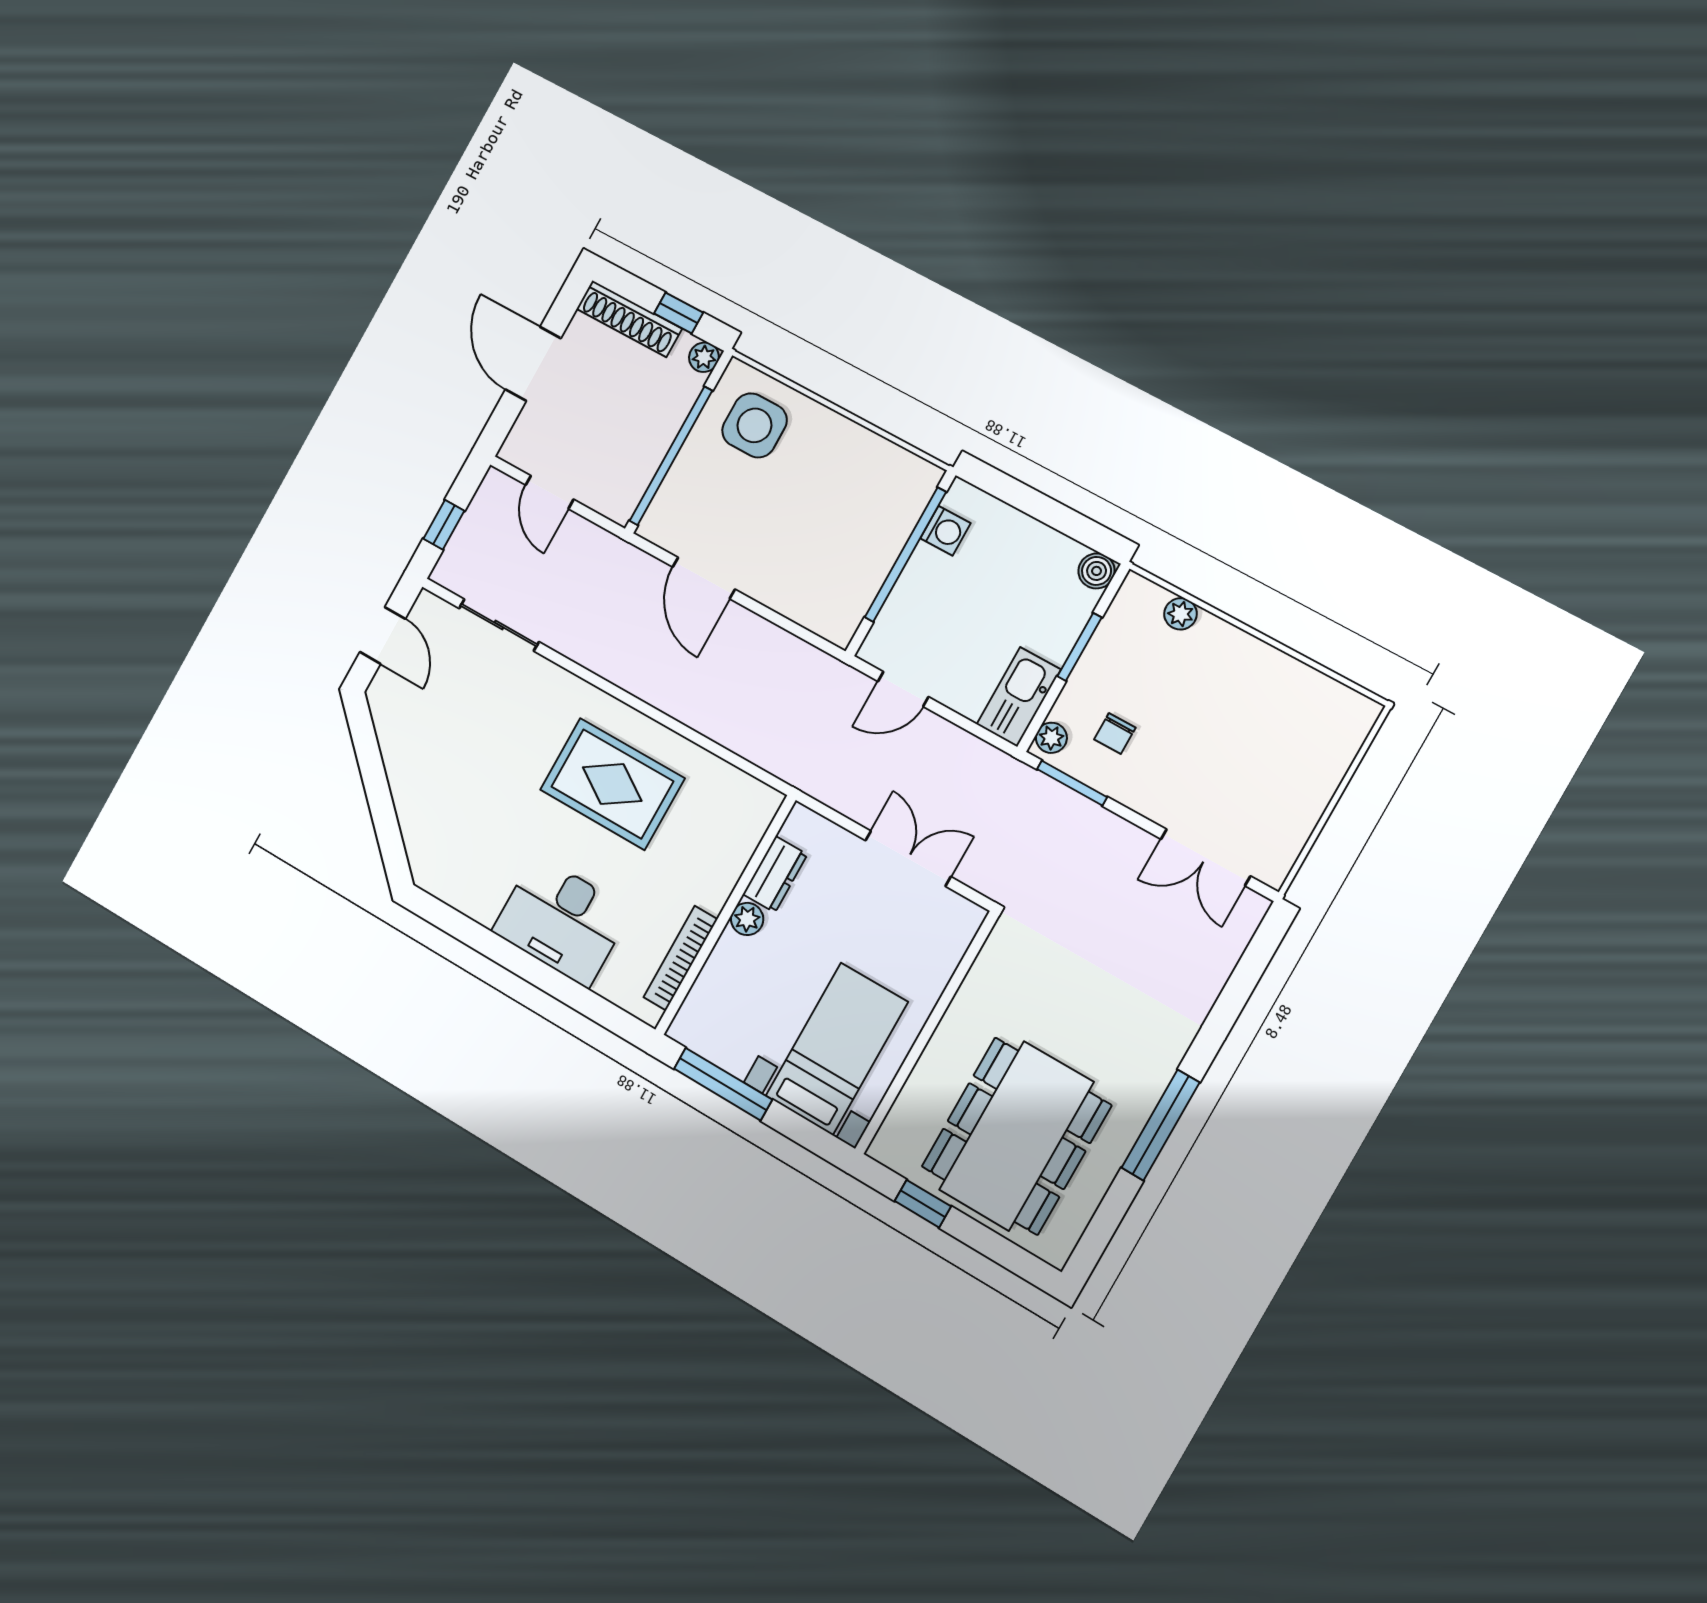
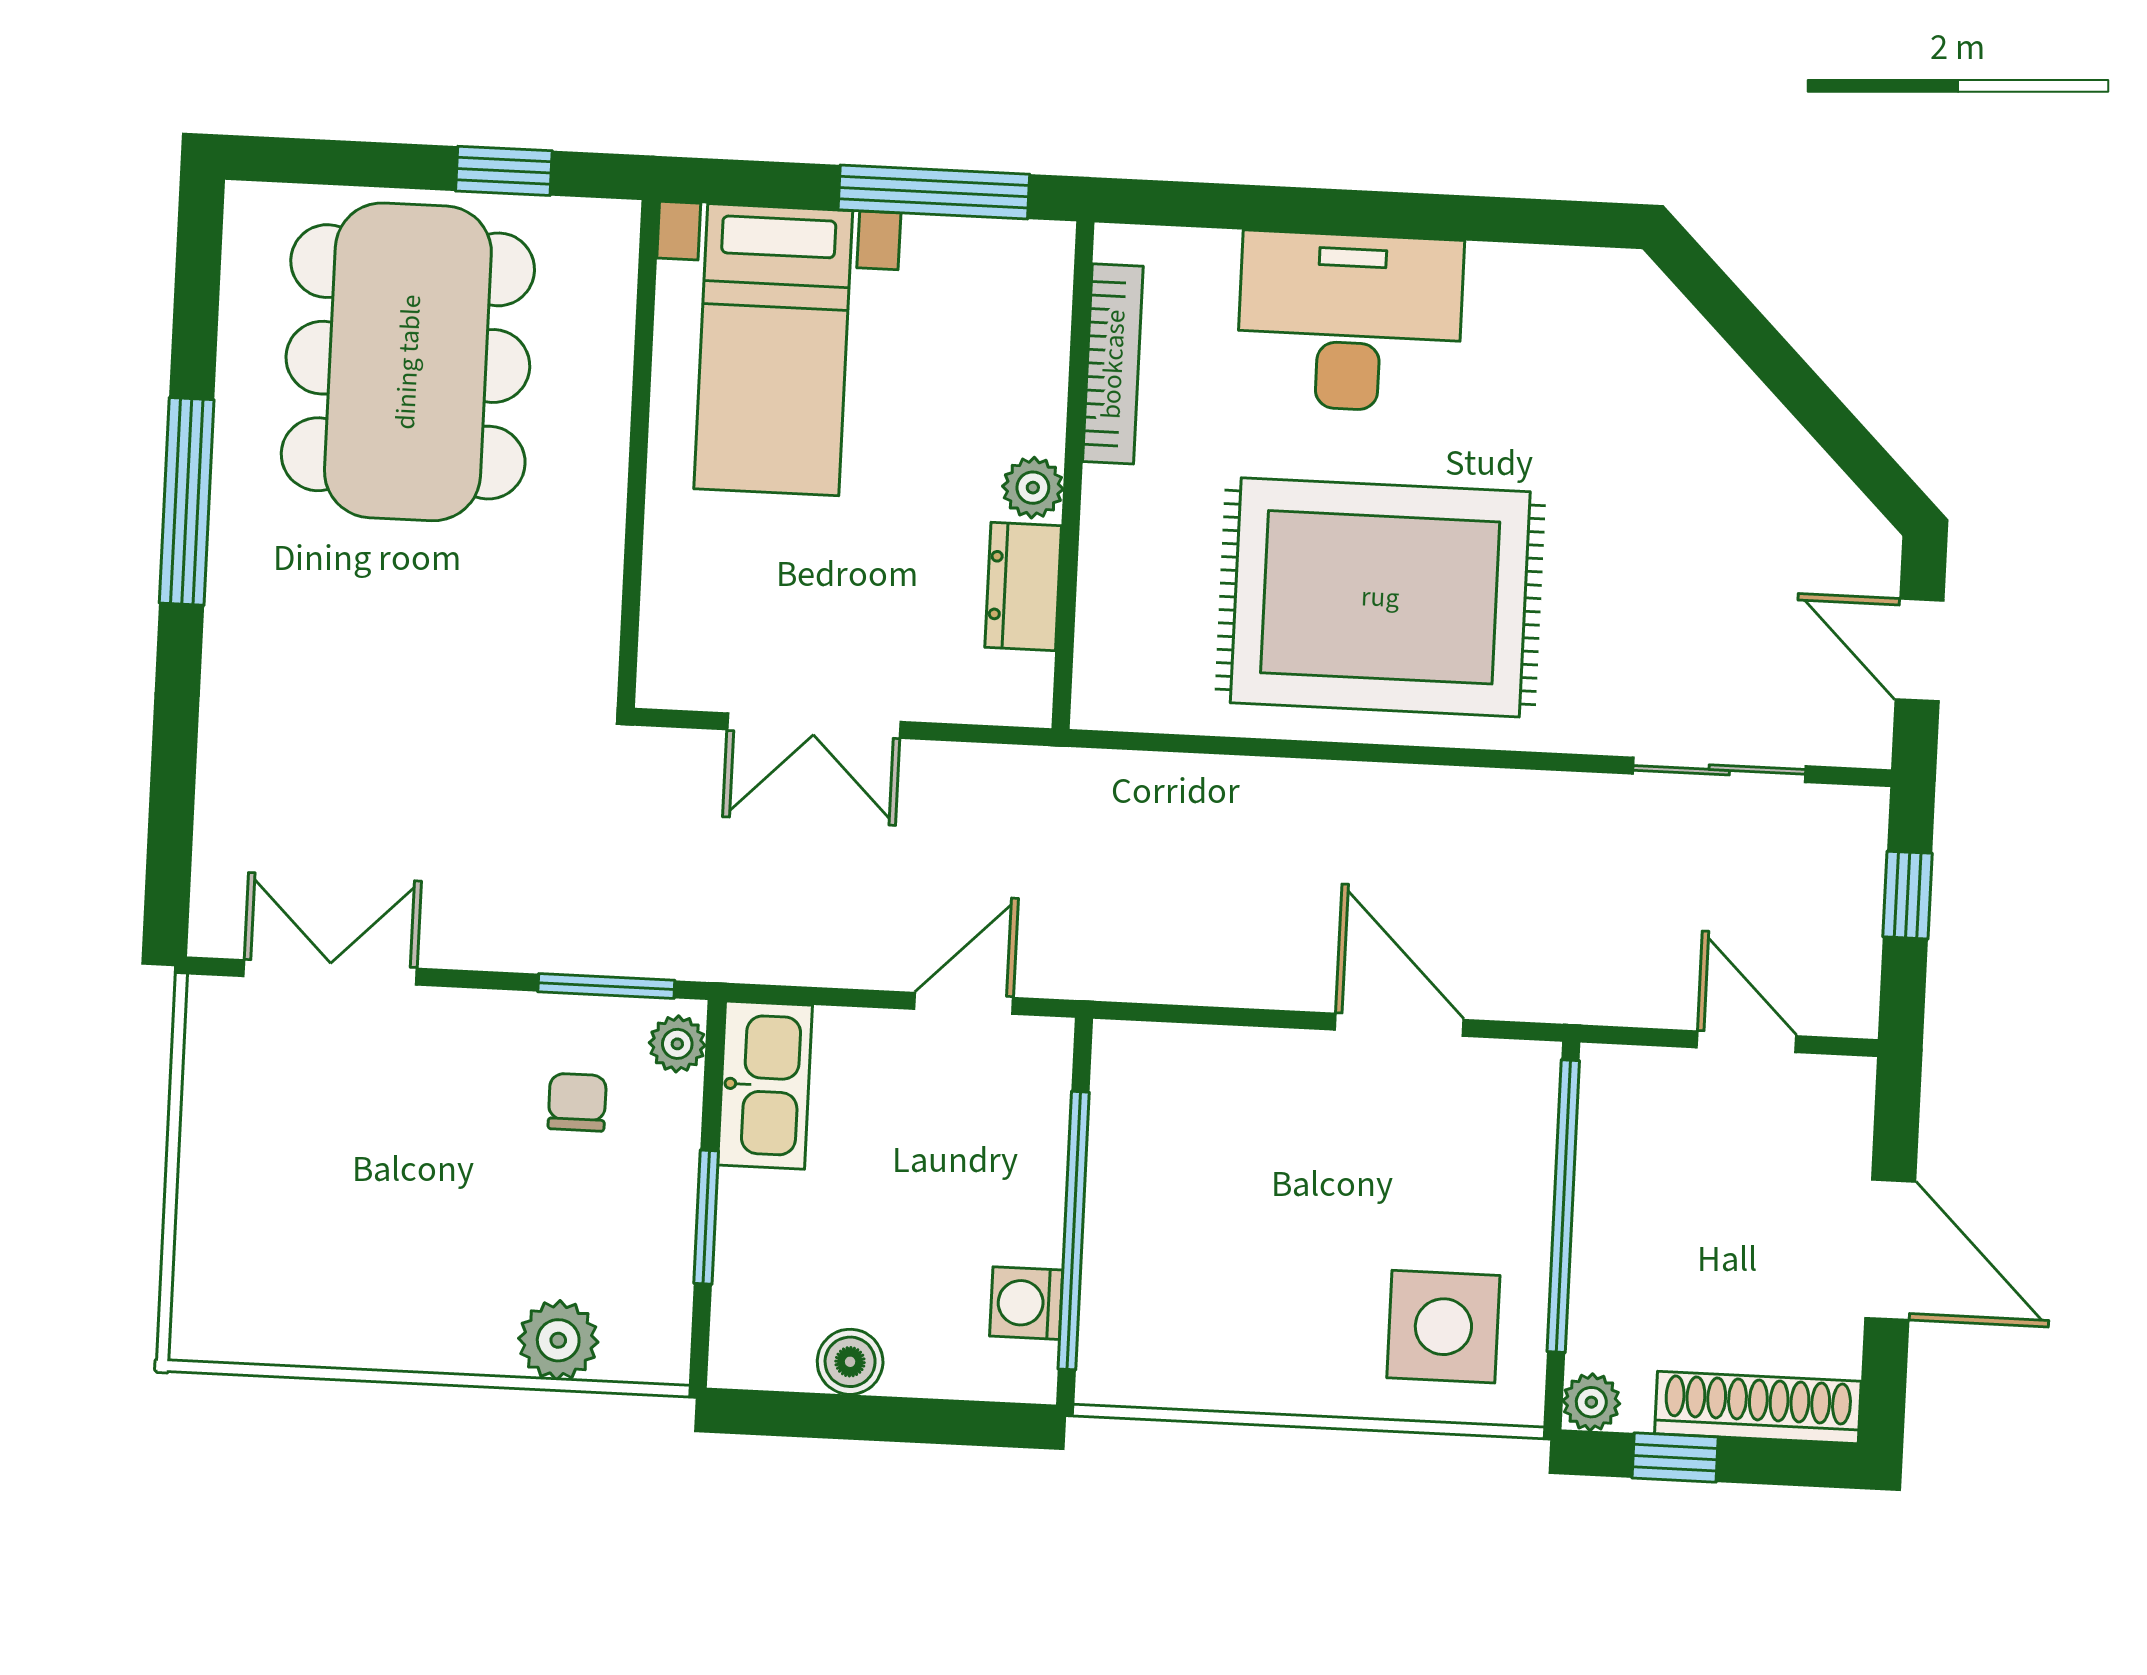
boiler: (1097, 571) -> (850, 1362), moved
plant: (1180, 614) -> (558, 1340), width x1.38, depth x1.38
rug: (612, 784) -> (1380, 597), width x1.37, depth x1.44

